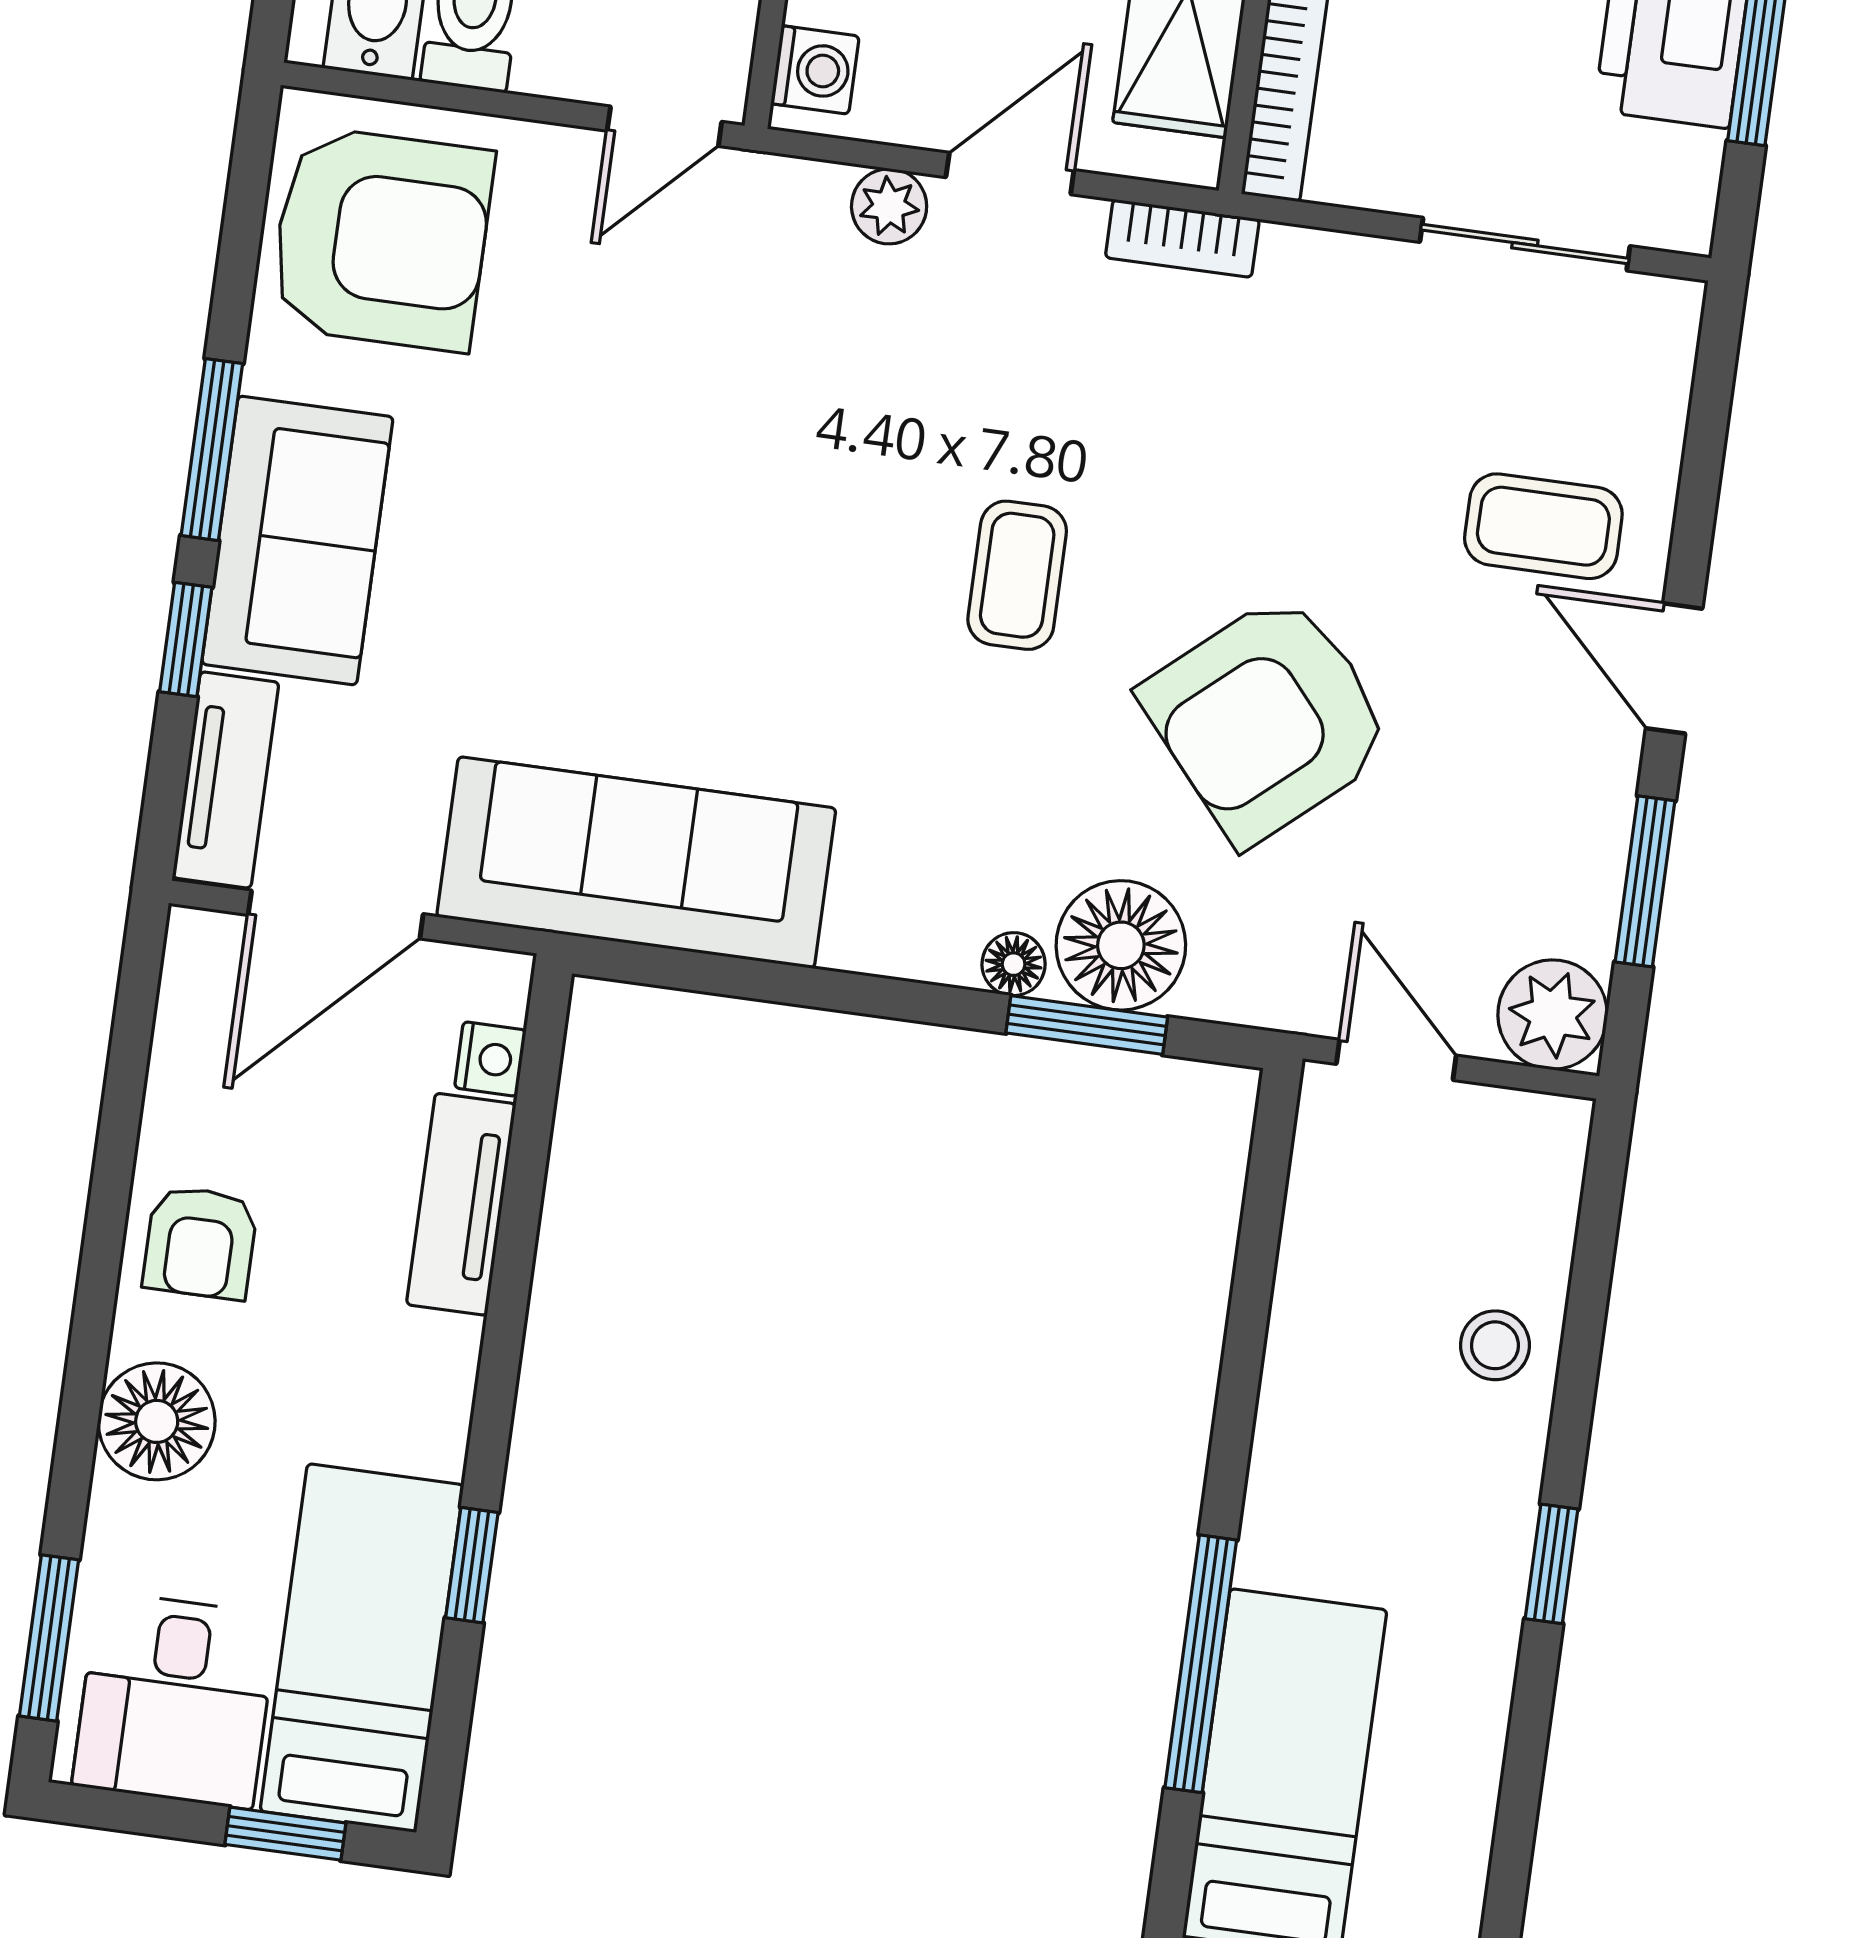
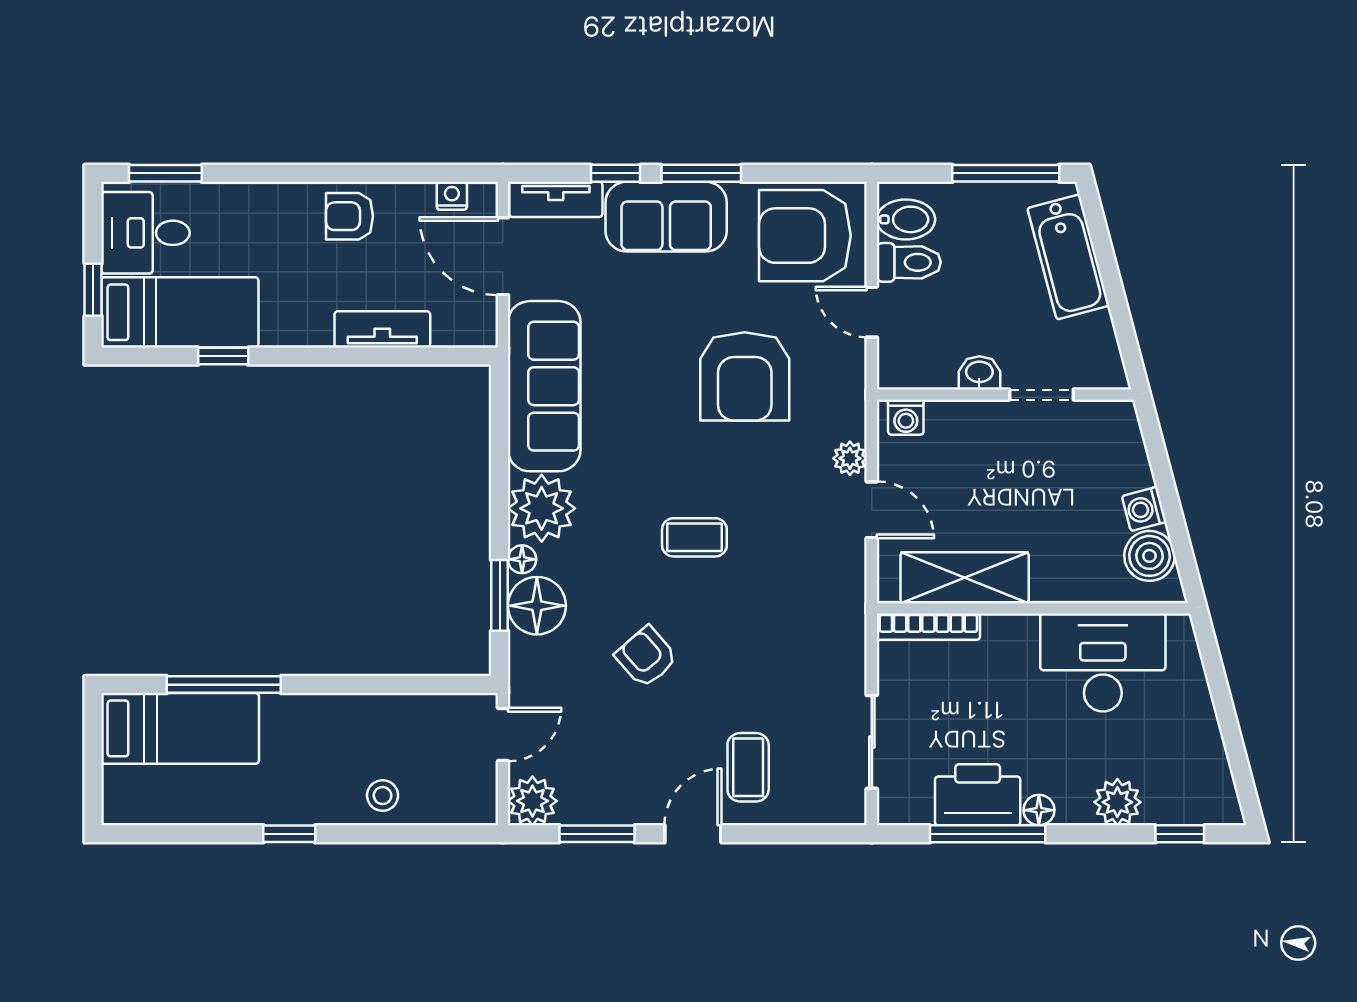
door: (664, 126) -> (872, 312), moved
bookcase: (1182, 238) -> (854, 590), removed
armchair: (381, 239) -> (805, 236), turned 90
armchair: (675, 415) -> (745, 376), added
armchair: (1268, 718) -> (646, 657), width x0.53, depth x0.53
plant: (906, 905) -> (542, 508), added
nightstand: (490, 1059) -> (452, 196), moved, turned 180
floor lamp: (157, 1421) -> (268, 208), removed

